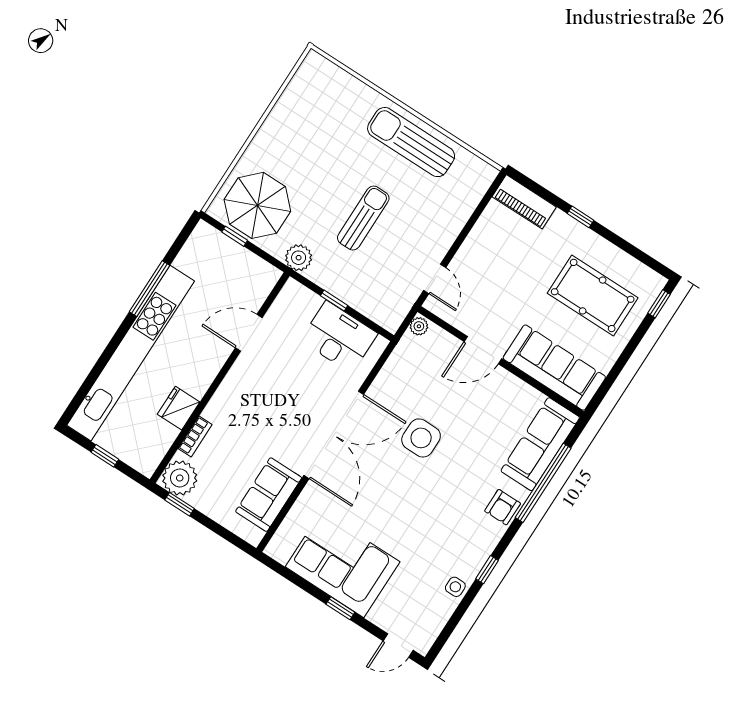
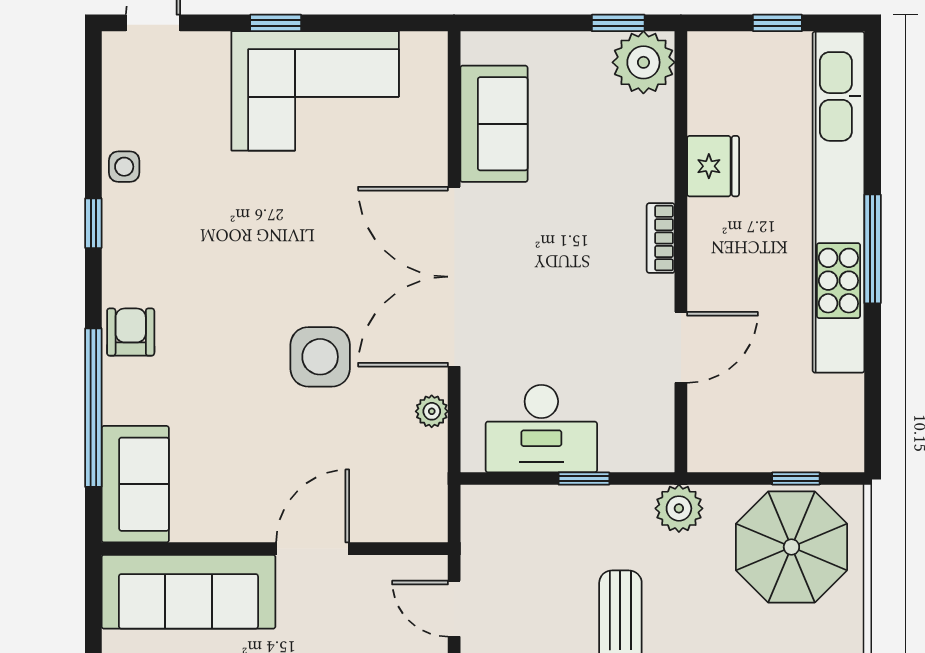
window: (150, 289) -> (873, 249), moved
plant: (419, 326) -> (432, 411), moved
bookcase: (195, 436) -> (661, 238), moved
sofa: (540, 444) -> (135, 484), width x0.73

